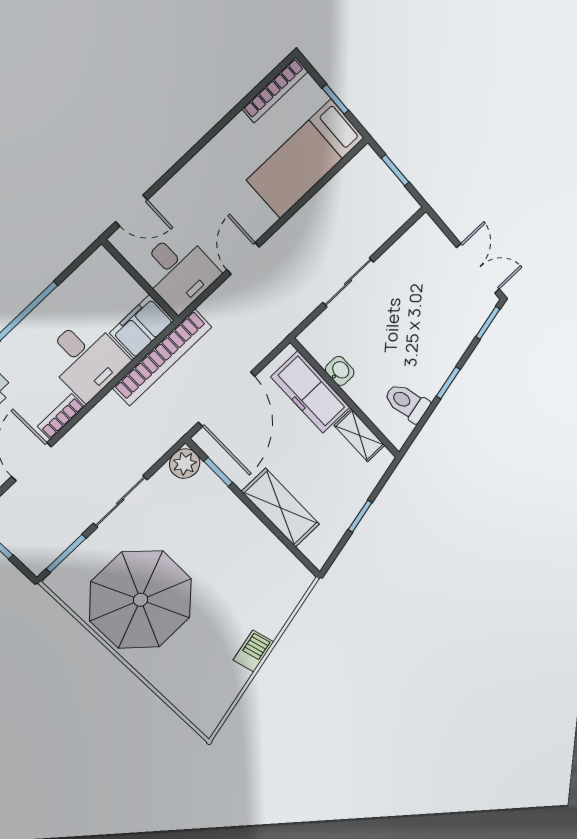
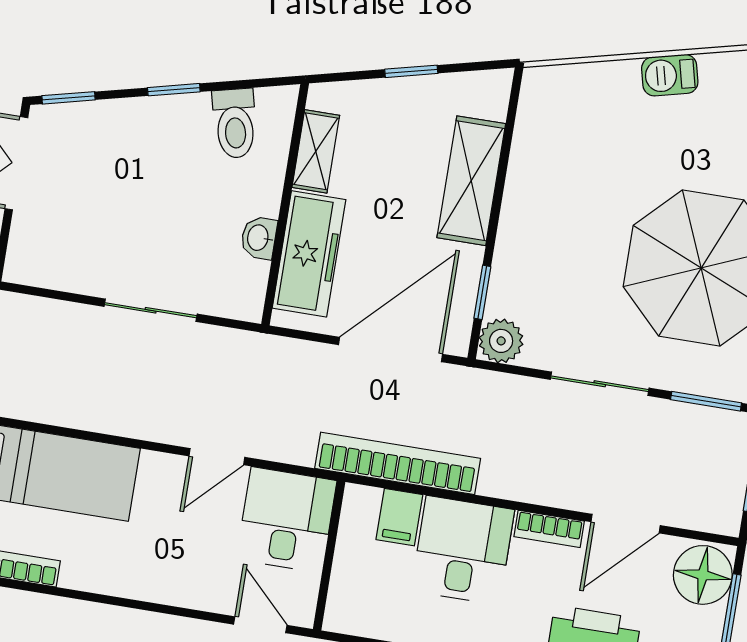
filing cabinet: (142, 327) -> (399, 517), width x0.50

